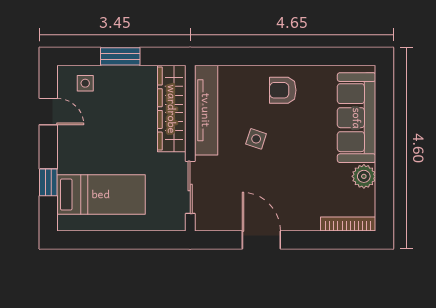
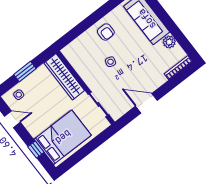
armchair: (283, 90) -> (106, 32), turned -90
tv unit: (206, 110) -> (80, 66), removed
bed: (101, 194) -> (63, 137), width x1.50

